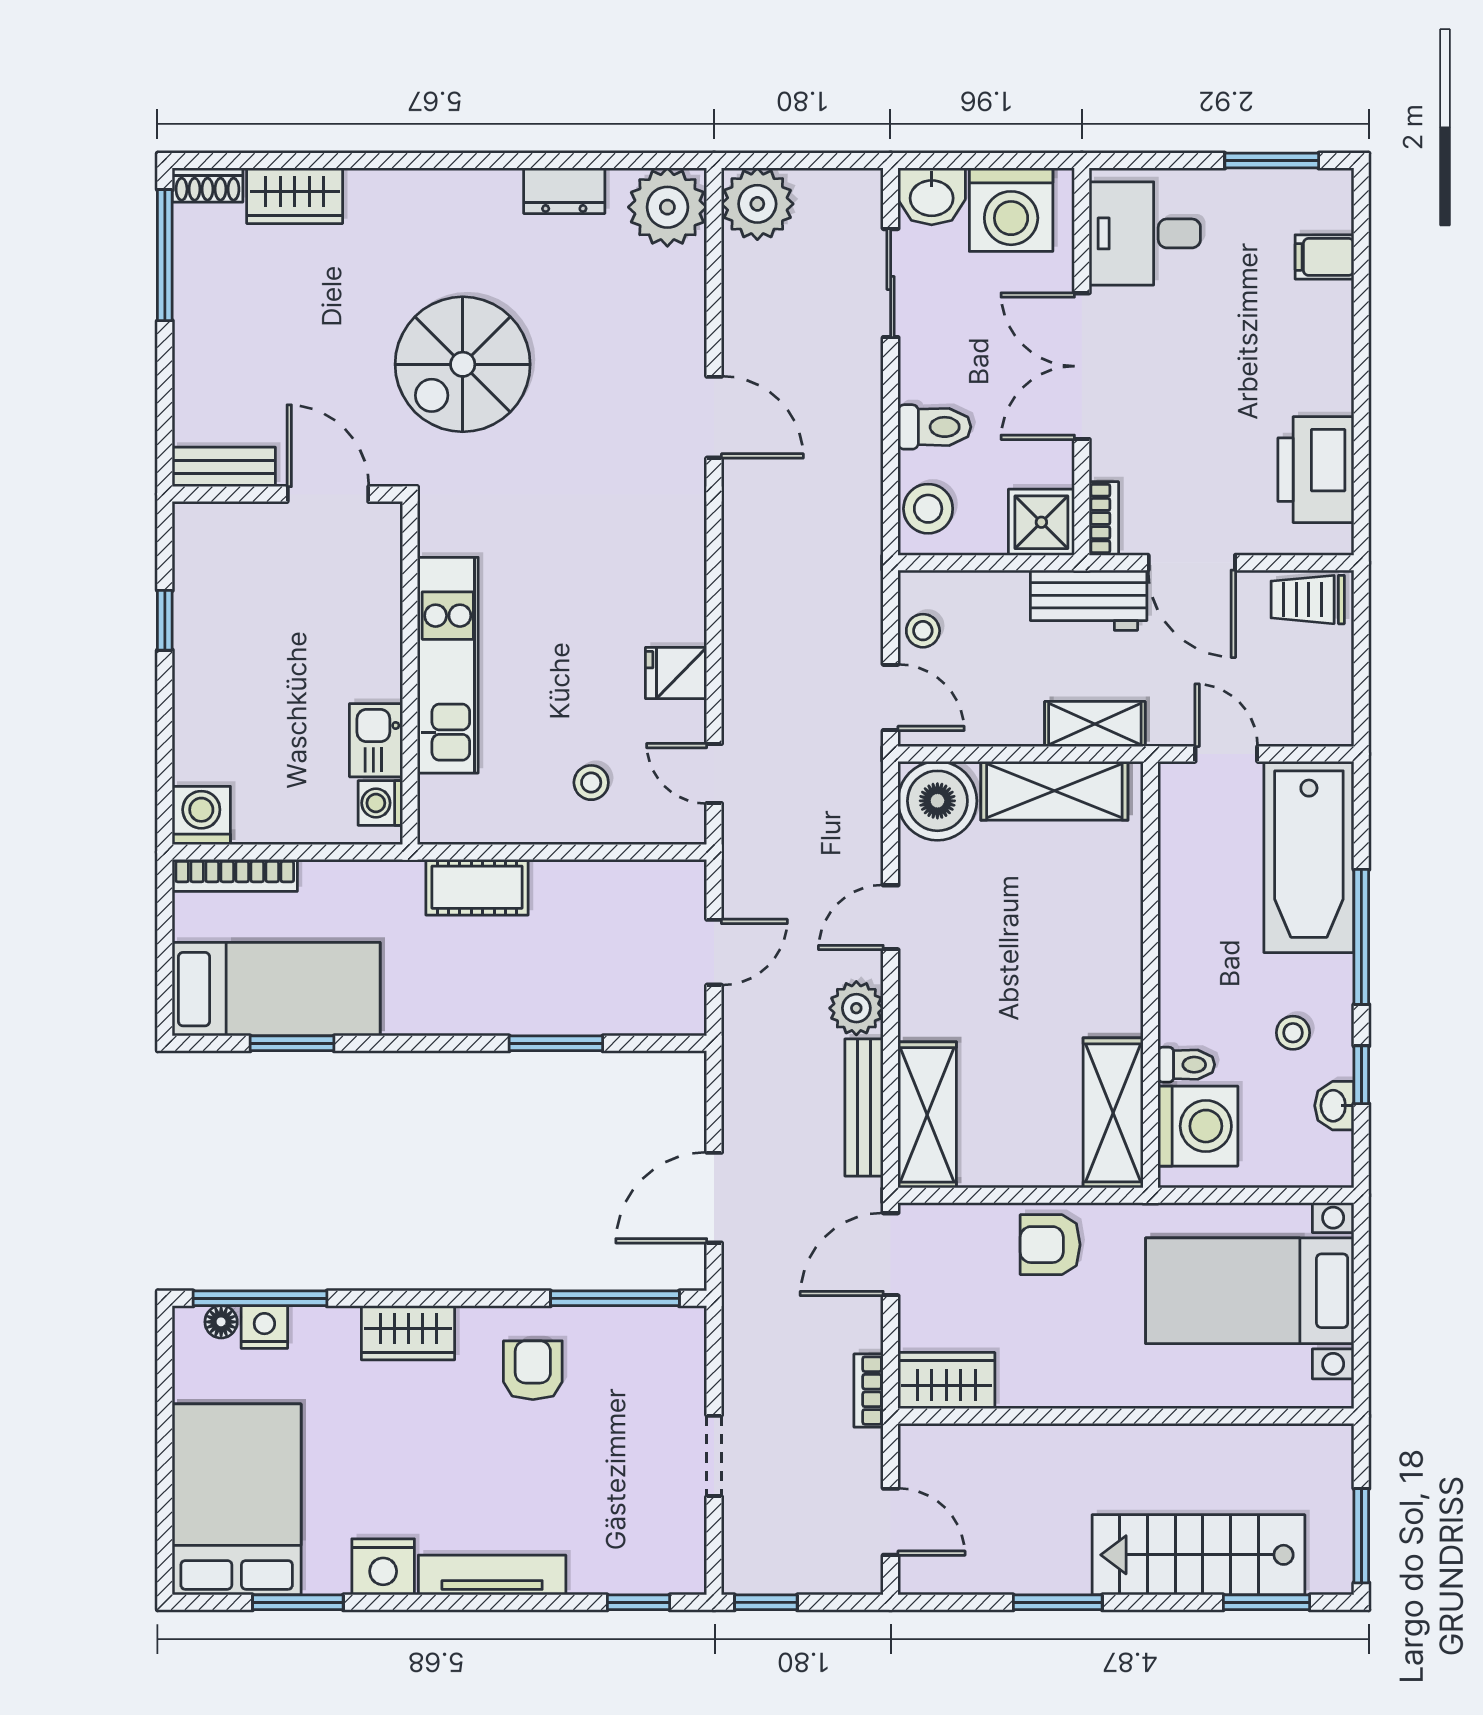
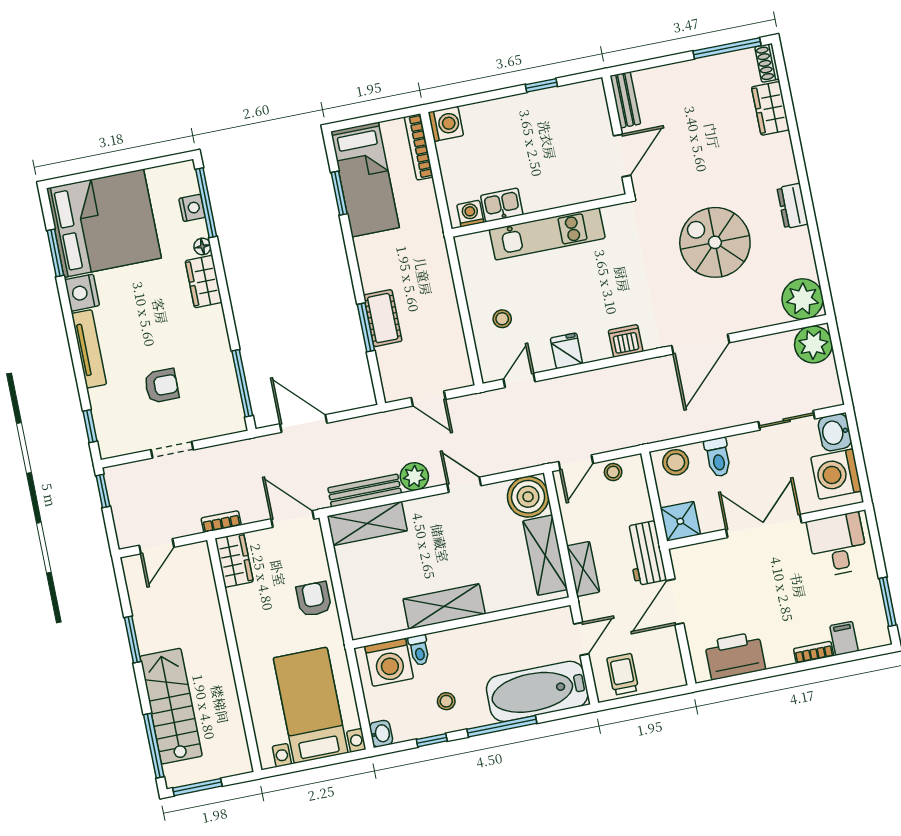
dresser: (564, 191) -> (793, 206), moved
spiral stairs: (463, 364) -> (715, 242), moved
door: (714, 417) -> (700, 344), width x1.36
bookcase: (1104, 519) -> (814, 652), moved, turned 180
dishwasher: (680, 557) -> (626, 341), added
trolley: (1308, 600) -> (623, 674), moved
cot: (477, 887) -> (383, 318), moved
washbasin: (1334, 1106) -> (381, 734), moved, turned 90
shelving: (1113, 1113) -> (444, 606), moved
floor lamp: (221, 1322) -> (202, 246), moved
armchair: (533, 1370) -> (162, 386), moved
bed: (237, 1499) -> (104, 223), width x1.36
window: (1267, 1602) -> (154, 746), width x1.44

